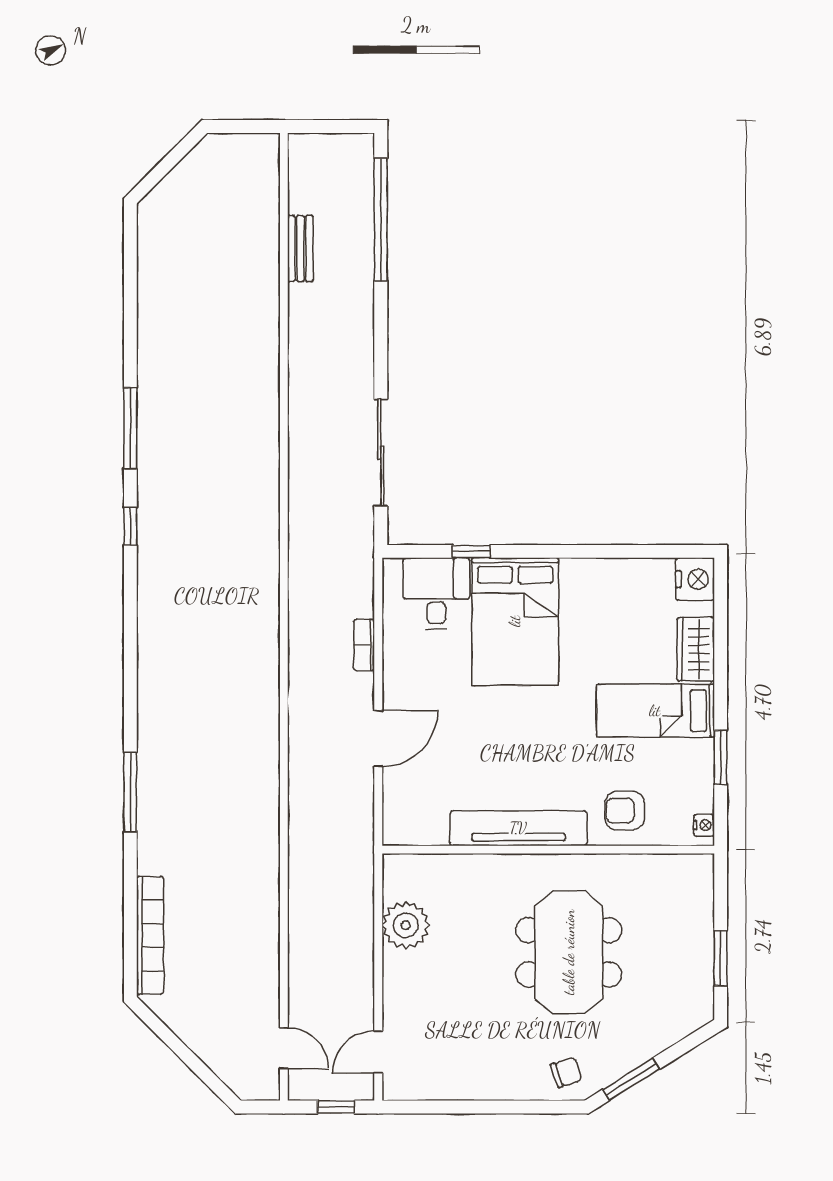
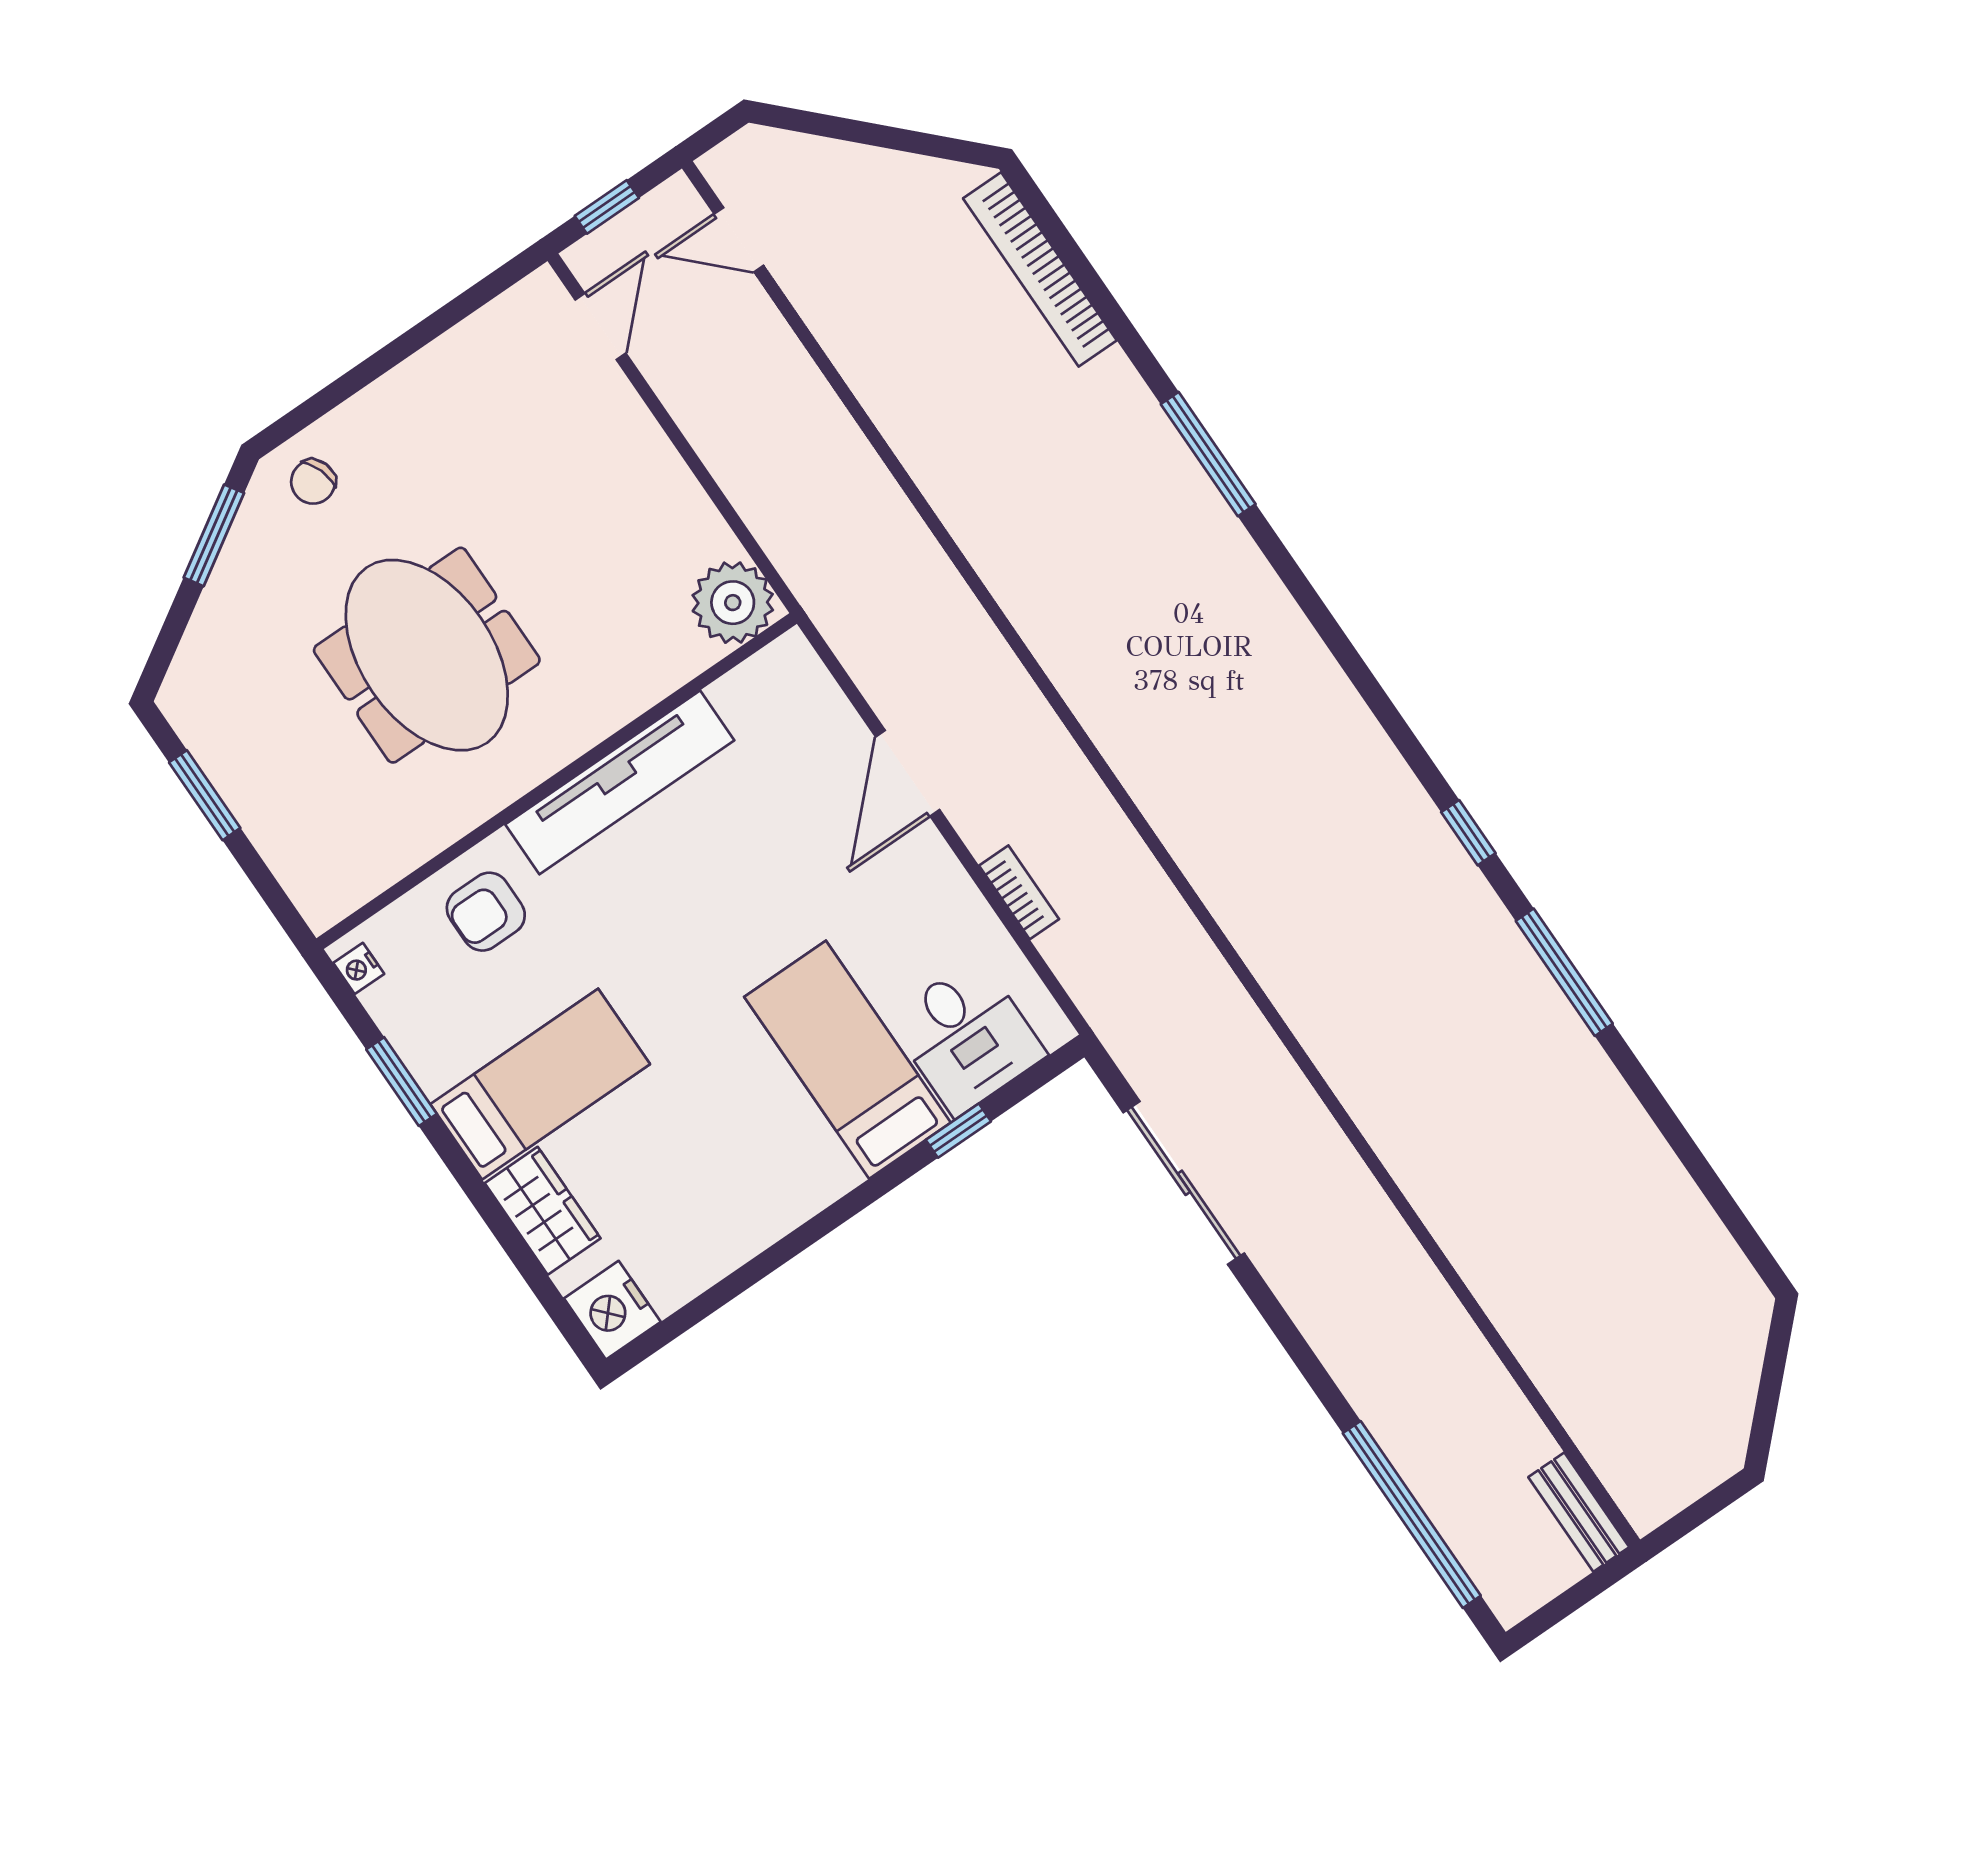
bench: (300, 249) -> (1579, 1512), moved
bed: (515, 621) -> (848, 1060), width x0.67
armchair: (625, 811) -> (486, 912), turned 180
plant: (406, 925) -> (733, 603), moved

